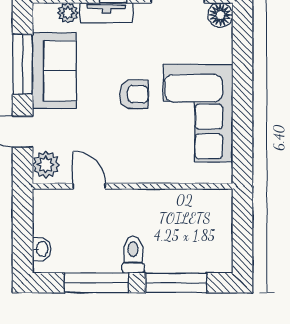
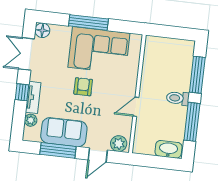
window: (242, 91) -> (88, 22), added
door: (89, 186) -> (136, 107), moved
washbasin: (42, 249) -> (168, 149), width x1.91, depth x1.45

